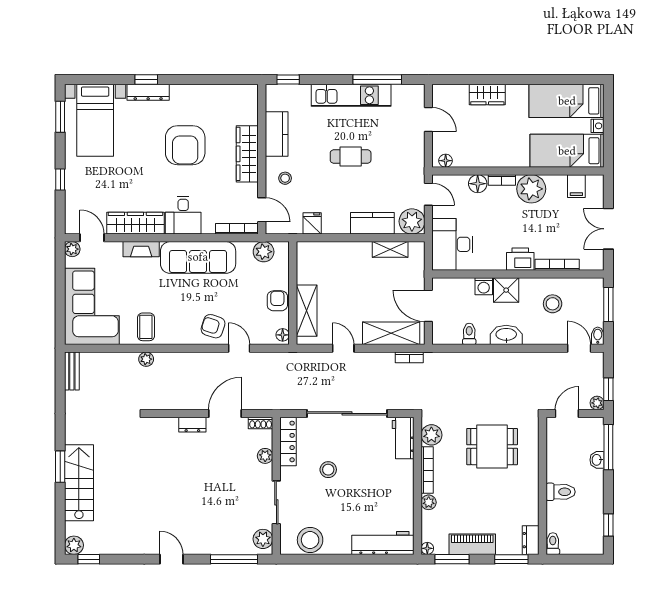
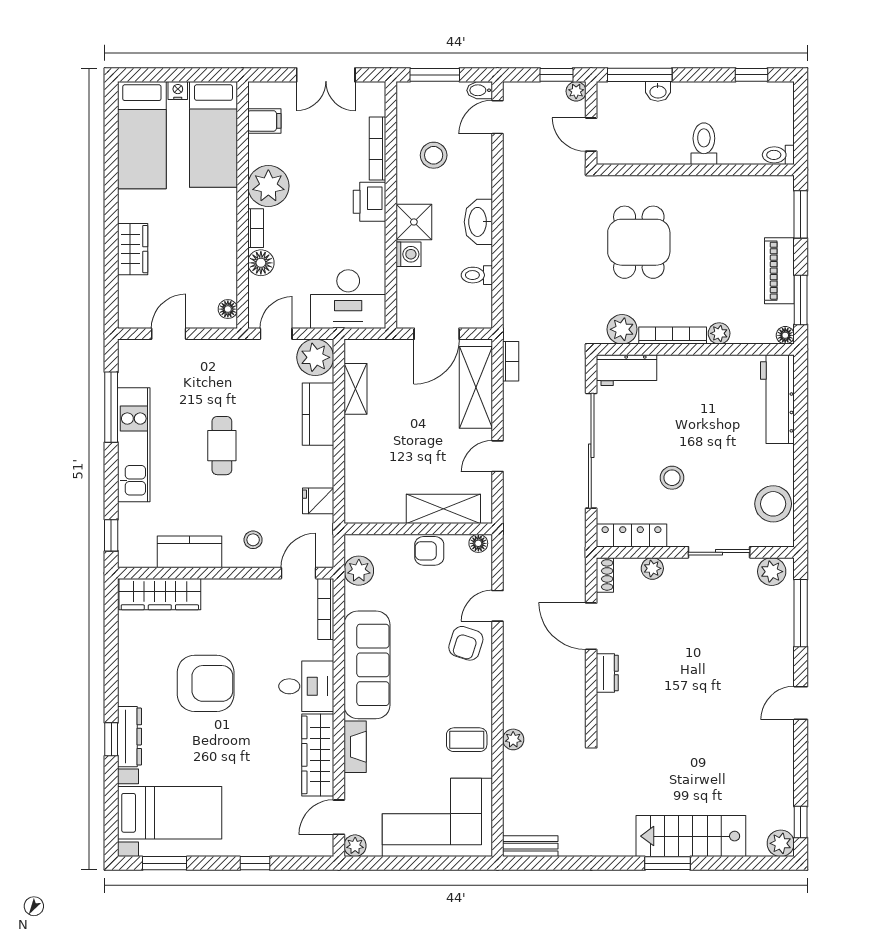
wardrobe: (247, 154) -> (160, 594), moved
dresser: (531, 540) -> (773, 187), removed

